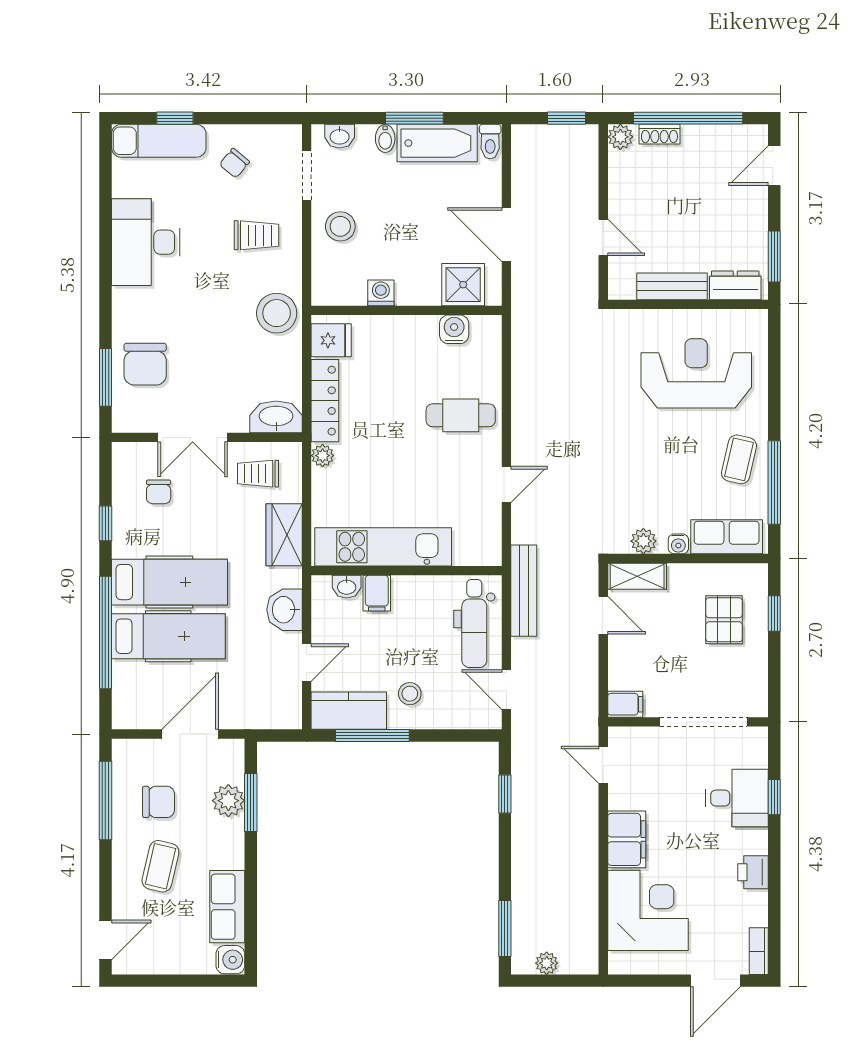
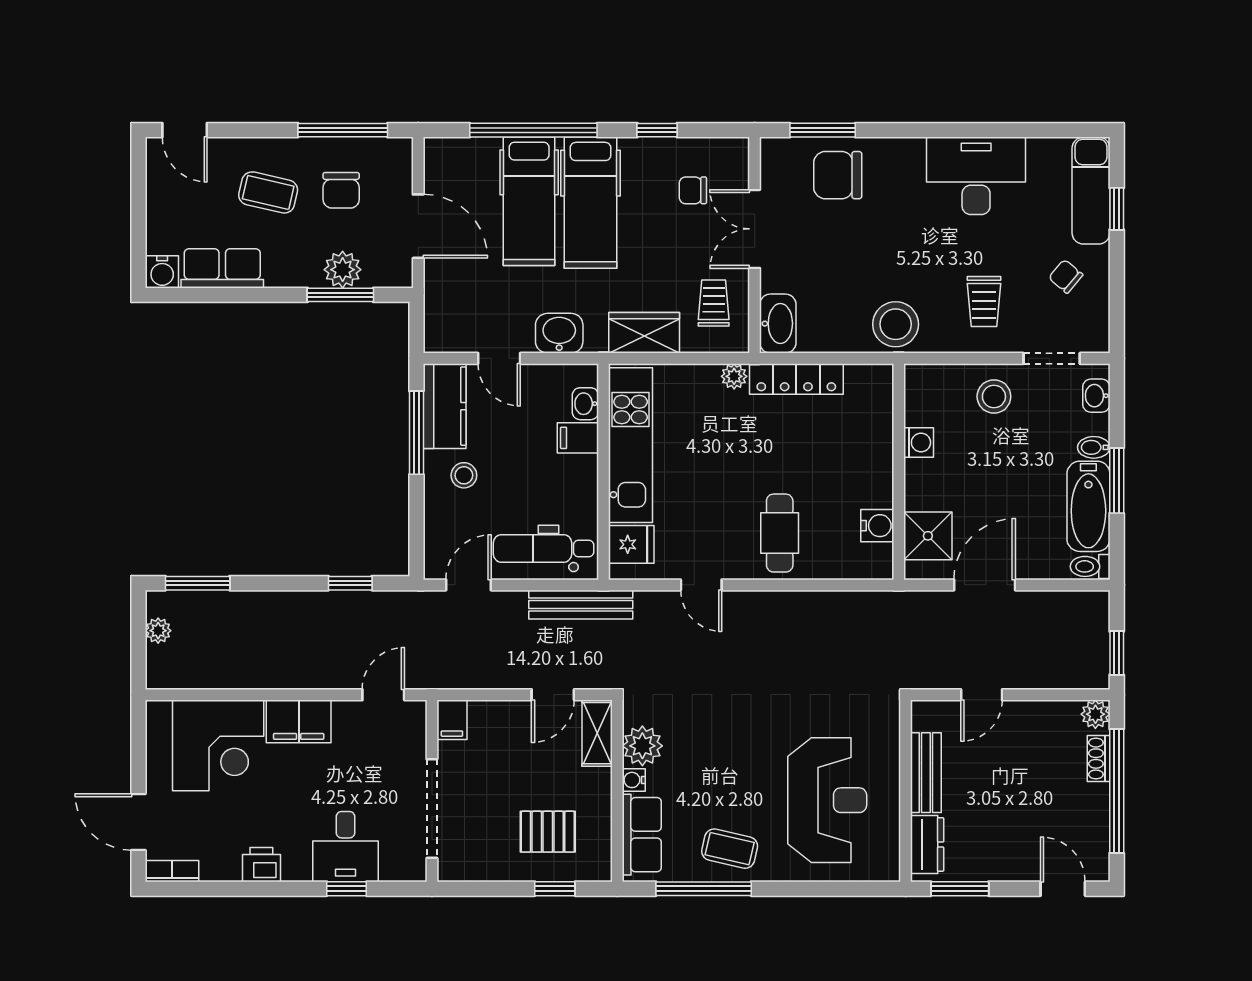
fridge: (331, 340) -> (631, 544), moved, turned -90
plant: (643, 541) -> (642, 746), width x1.38, depth x1.38

